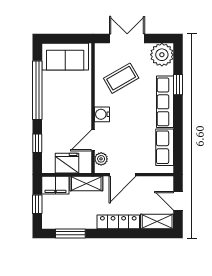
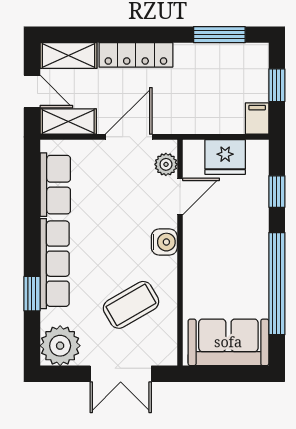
shelving: (86, 183) -> (68, 122), moved
filing cabinet: (55, 185) -> (257, 119), width x0.50

